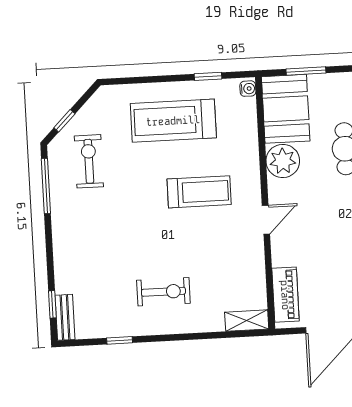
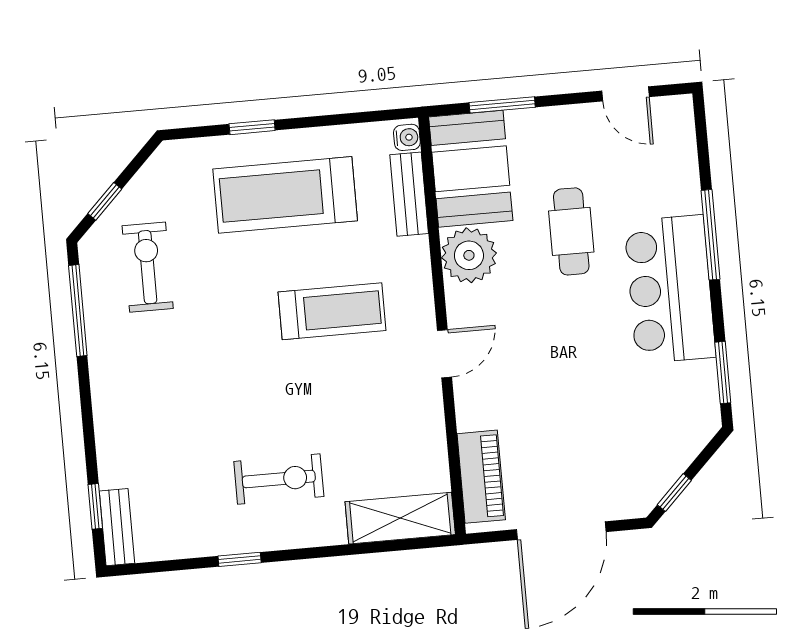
window: (208, 76) -> (252, 127), moved
bench: (248, 123) -> (409, 194), added
shelving: (247, 321) -> (400, 518), width x1.50, depth x1.33
window: (120, 340) -> (240, 559), moved

